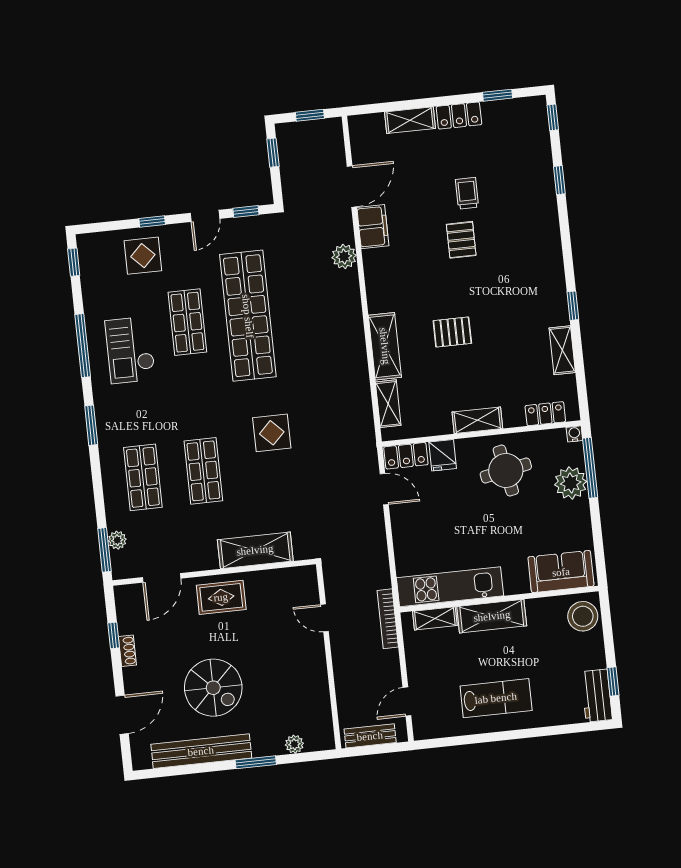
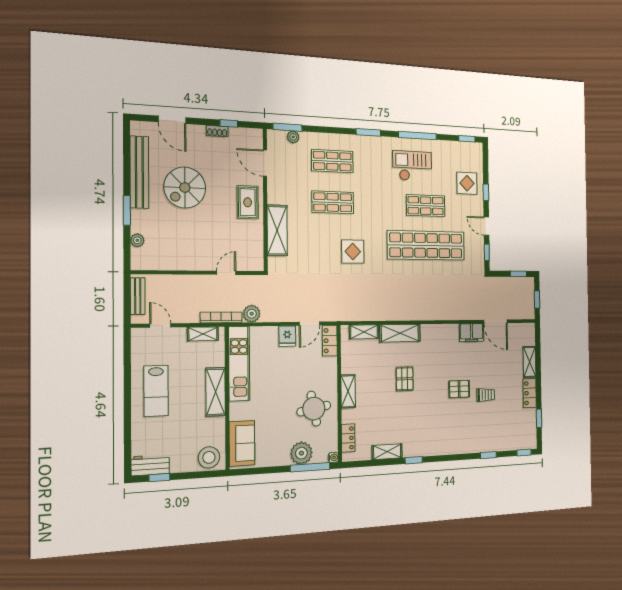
plant: (344, 256) -> (252, 314), moved
fridge: (443, 455) -> (287, 336), moved, turned -90
shelving: (435, 618) -> (203, 334), moved, turned 90

